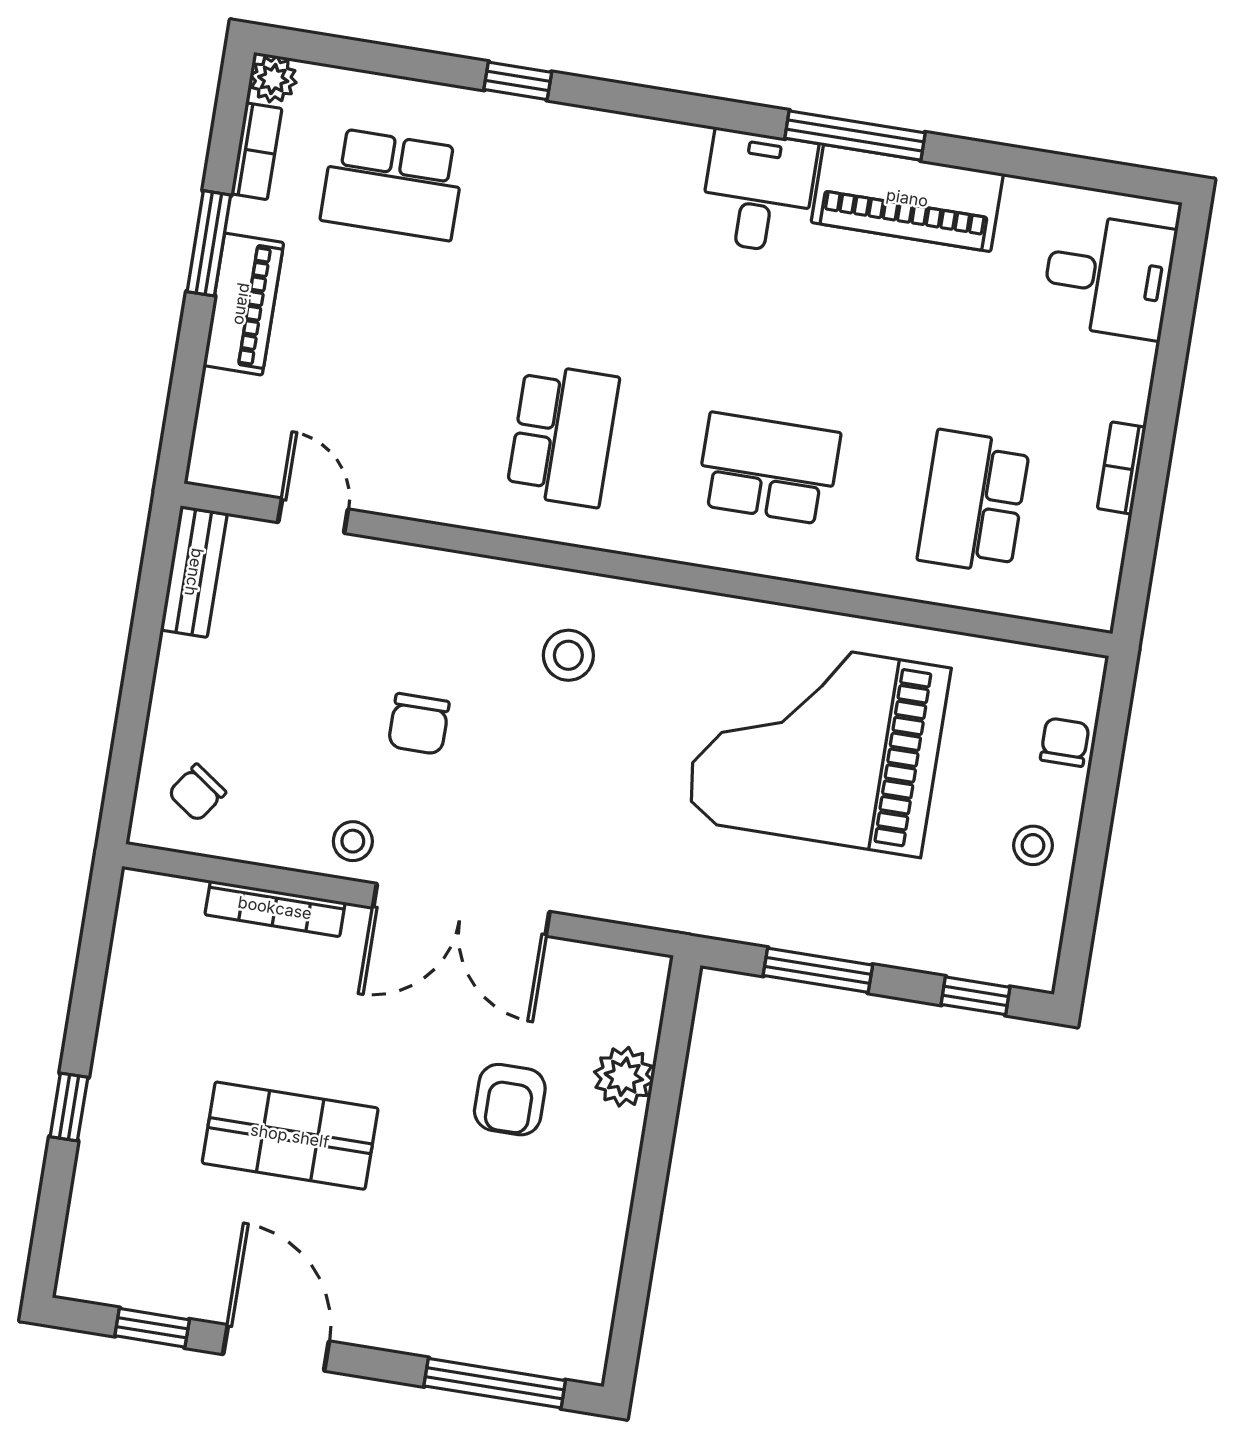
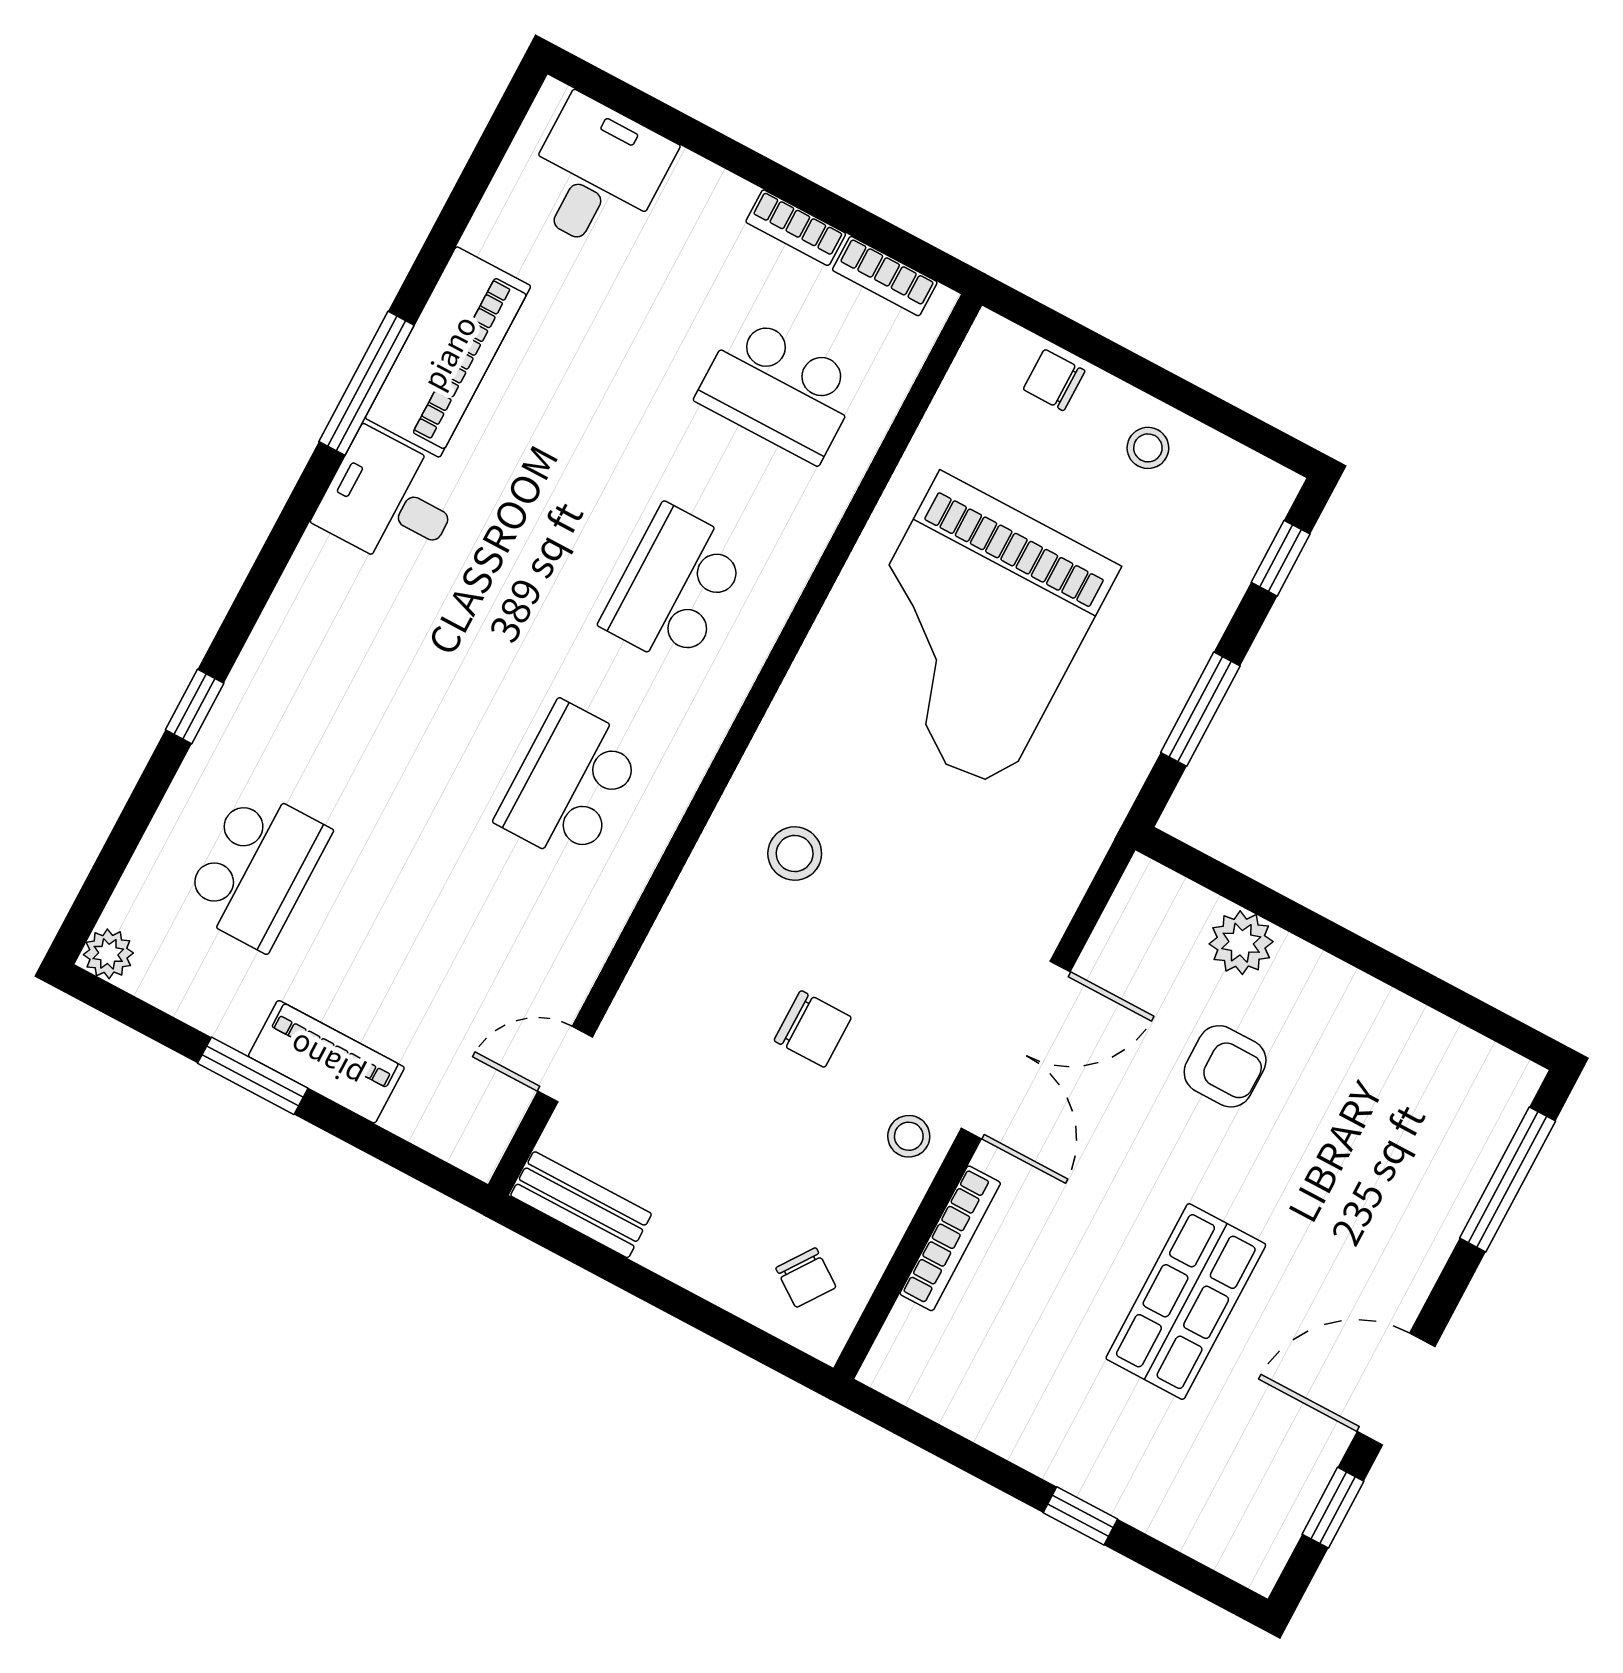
bookcase: (256, 151) -> (885, 276), moved, turned 180
school desk: (563, 435) -> (570, 783), turned -90

